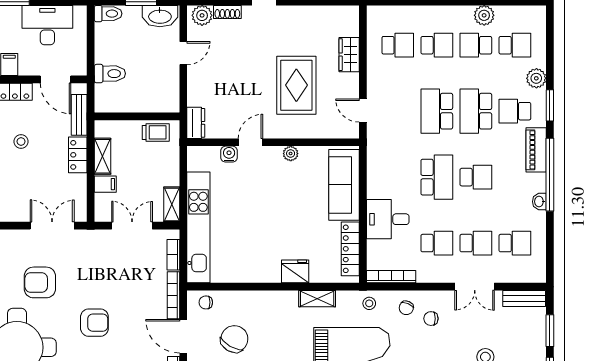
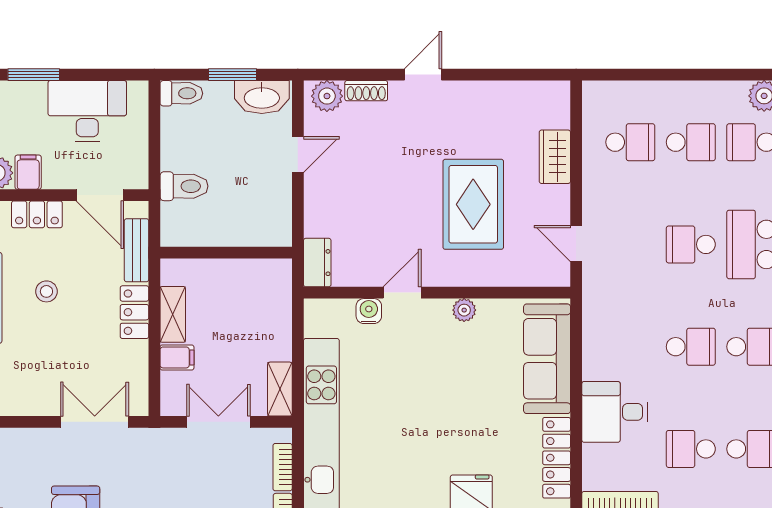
school desk: (437, 111) -> (691, 244), width x0.54
trolley: (156, 132) -> (255, 277), removed
school desk: (437, 177) -> (691, 347), width x0.54
school desk: (437, 243) -> (691, 449), turned 180

